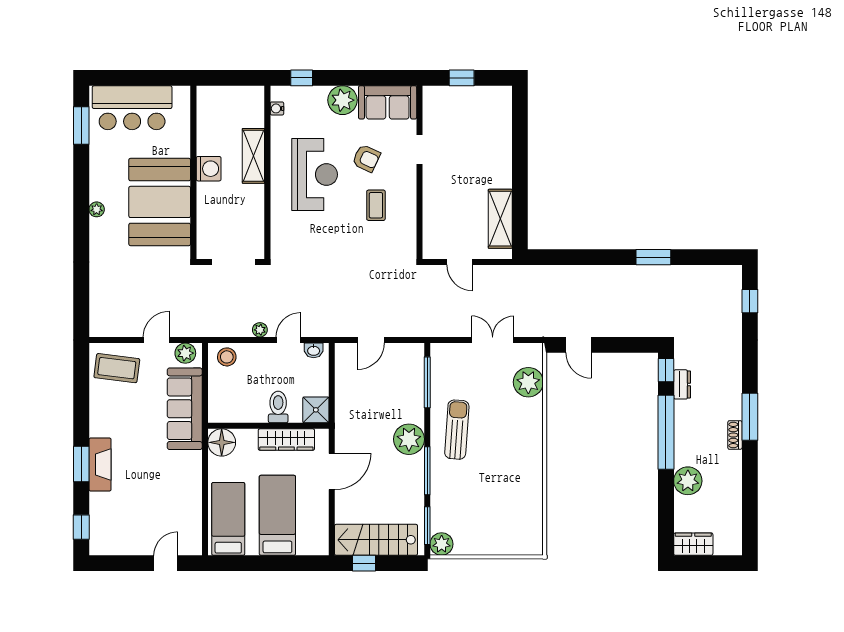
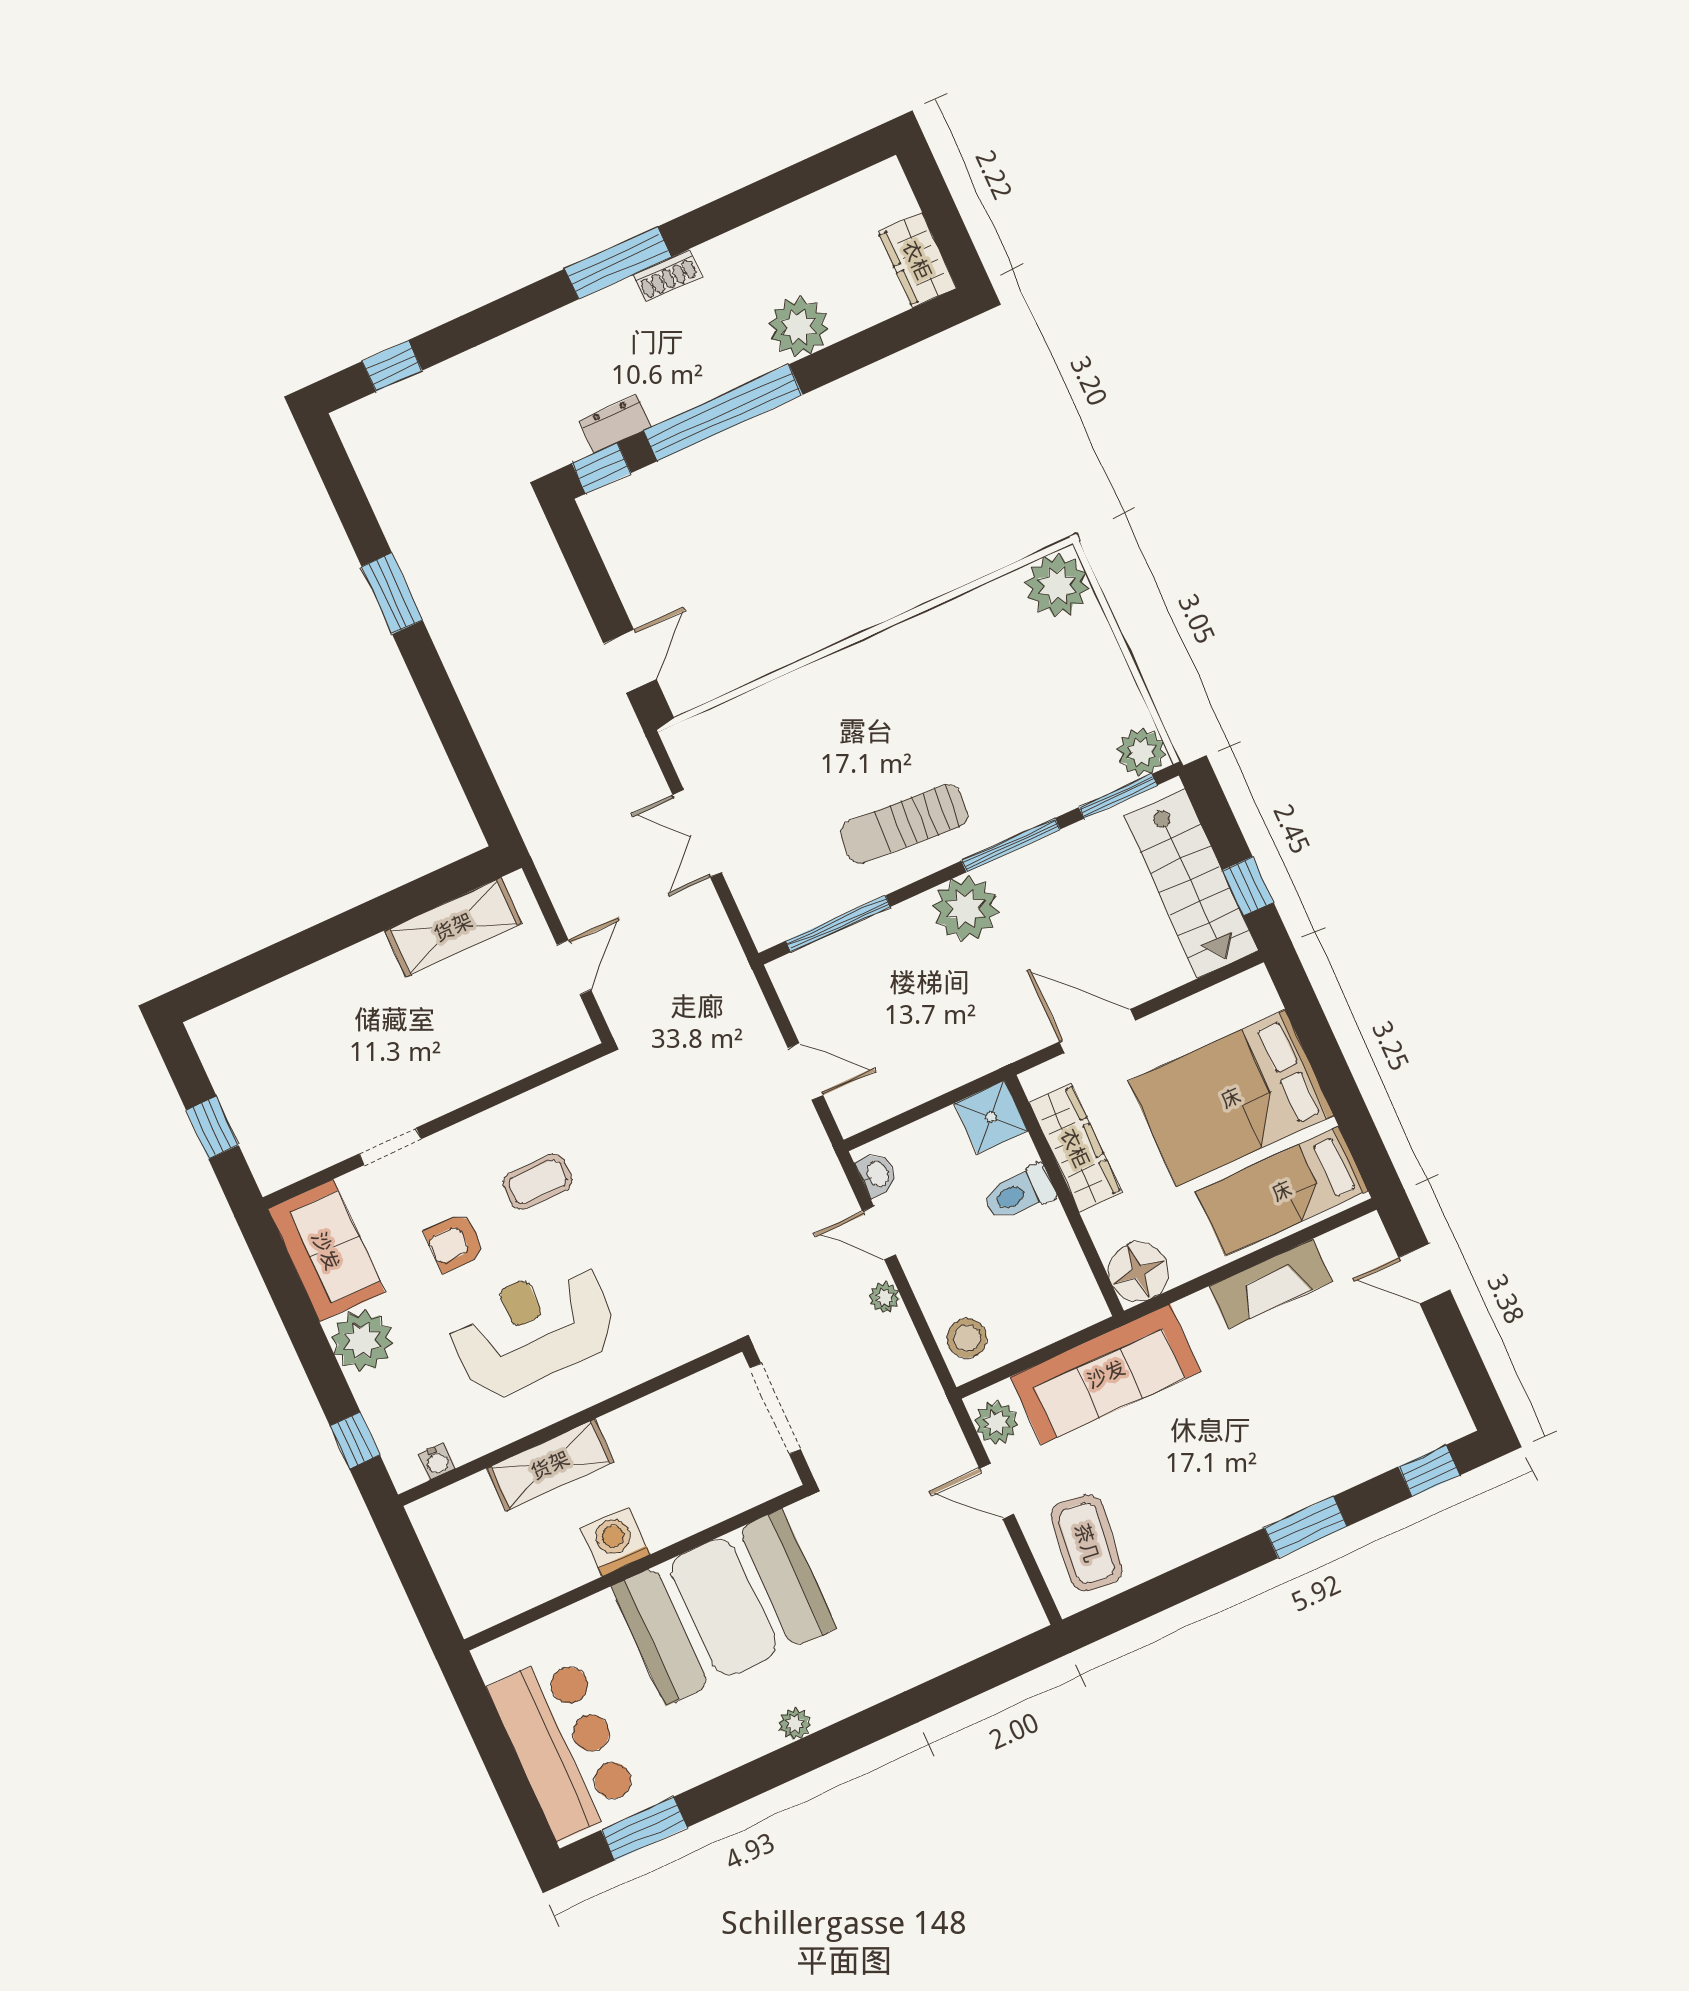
armchair: (366, 158) -> (454, 1243), turned -115
plant: (528, 382) -> (1057, 585), moved
fireplace: (100, 465) -> (1271, 1284), moved, turned 180
bed: (277, 515) -> (1231, 1098), width x1.50

